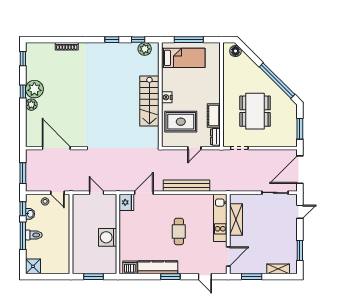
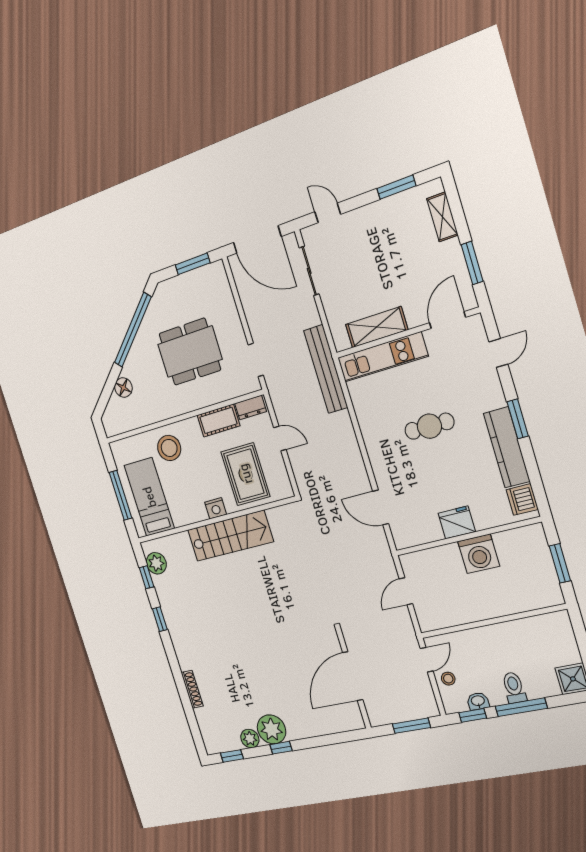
floor lamp: (235, 51) -> (123, 388), moved
stool: (207, 80) -> (169, 448), added
plant: (31, 105) -> (250, 739), moved
bench: (187, 186) -> (326, 369), moved
fridge: (126, 202) -> (457, 522), moved
door: (228, 256) -> (448, 320), hinge flipped

